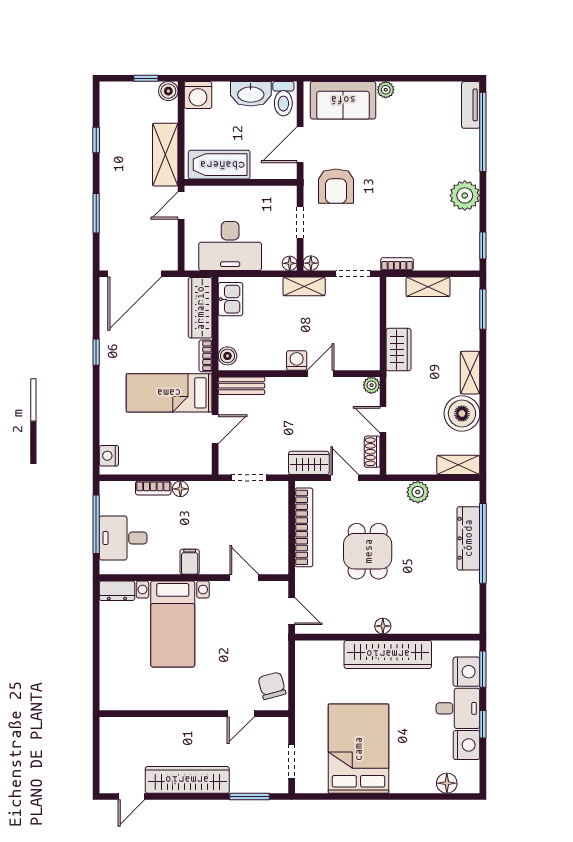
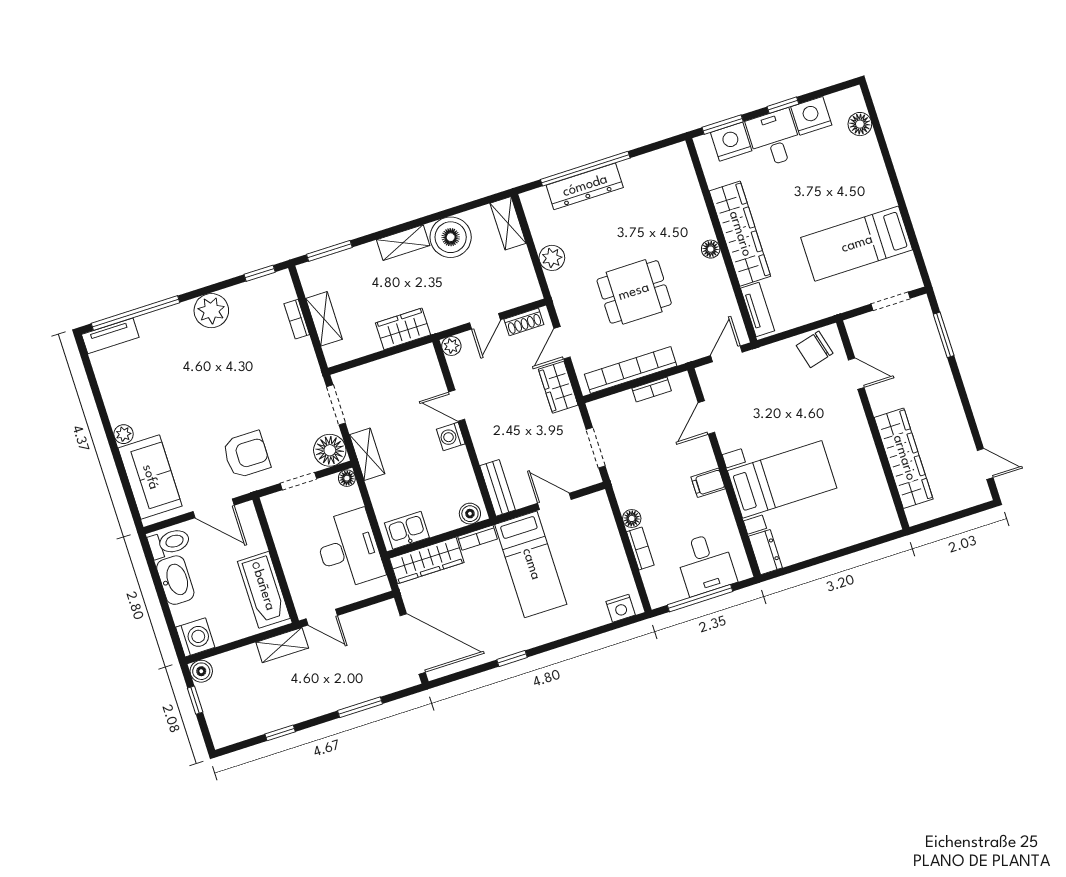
shelving: (165, 155) -> (282, 645), width x0.67, depth x0.75
floor lamp: (311, 263) -> (330, 450), width x1.89, depth x1.89
bookcase: (397, 264) -> (297, 319), moved
bookcase: (282, 540) -> (652, 390), added
tv unit: (320, 649) -> (758, 309), added
bed: (358, 749) -> (857, 244), width x0.67
wardrobe: (187, 780) -> (904, 458), moved, turned 180

